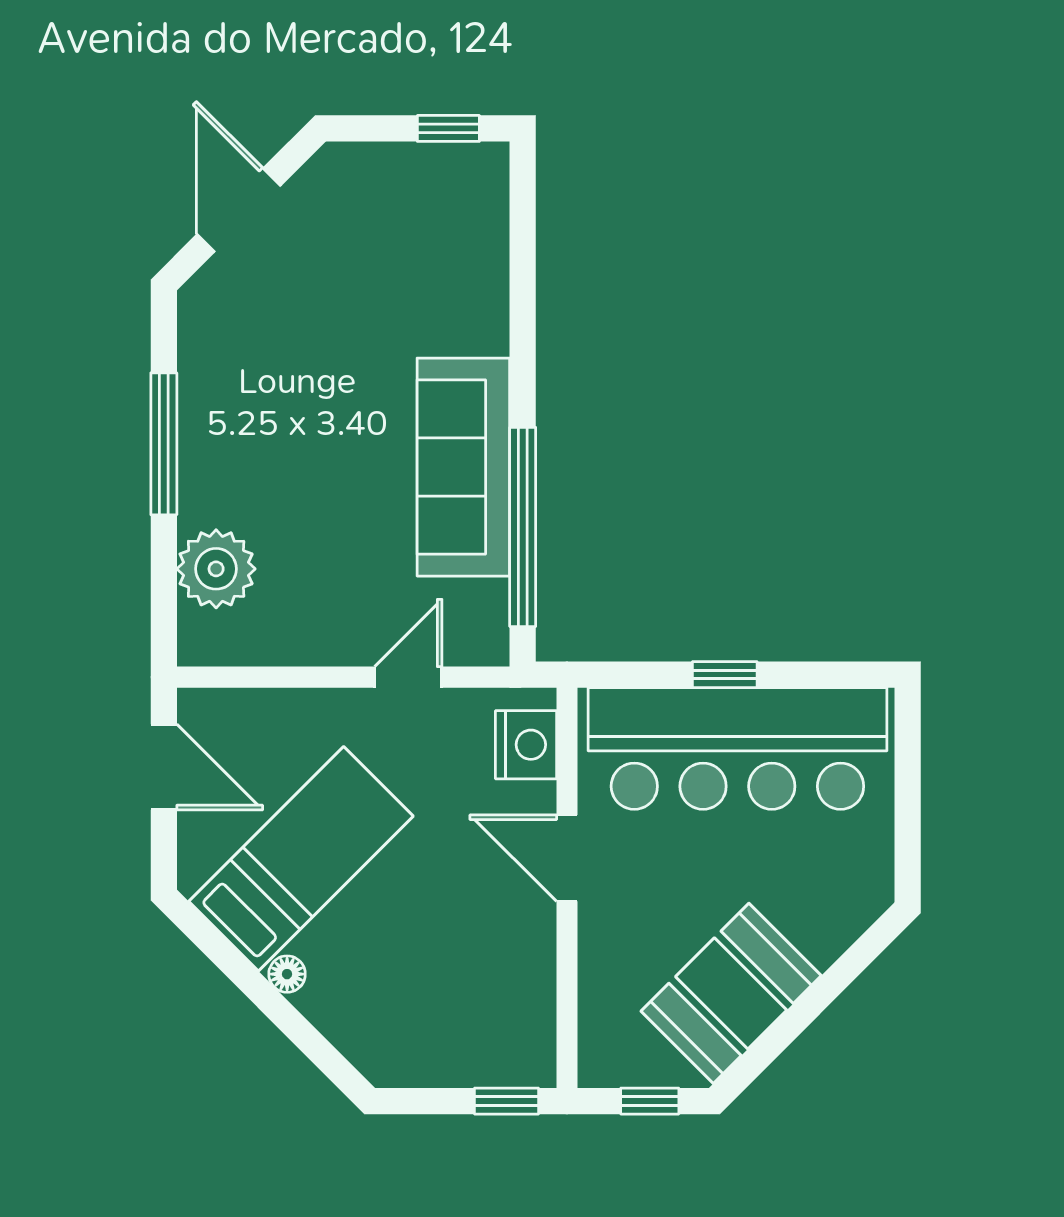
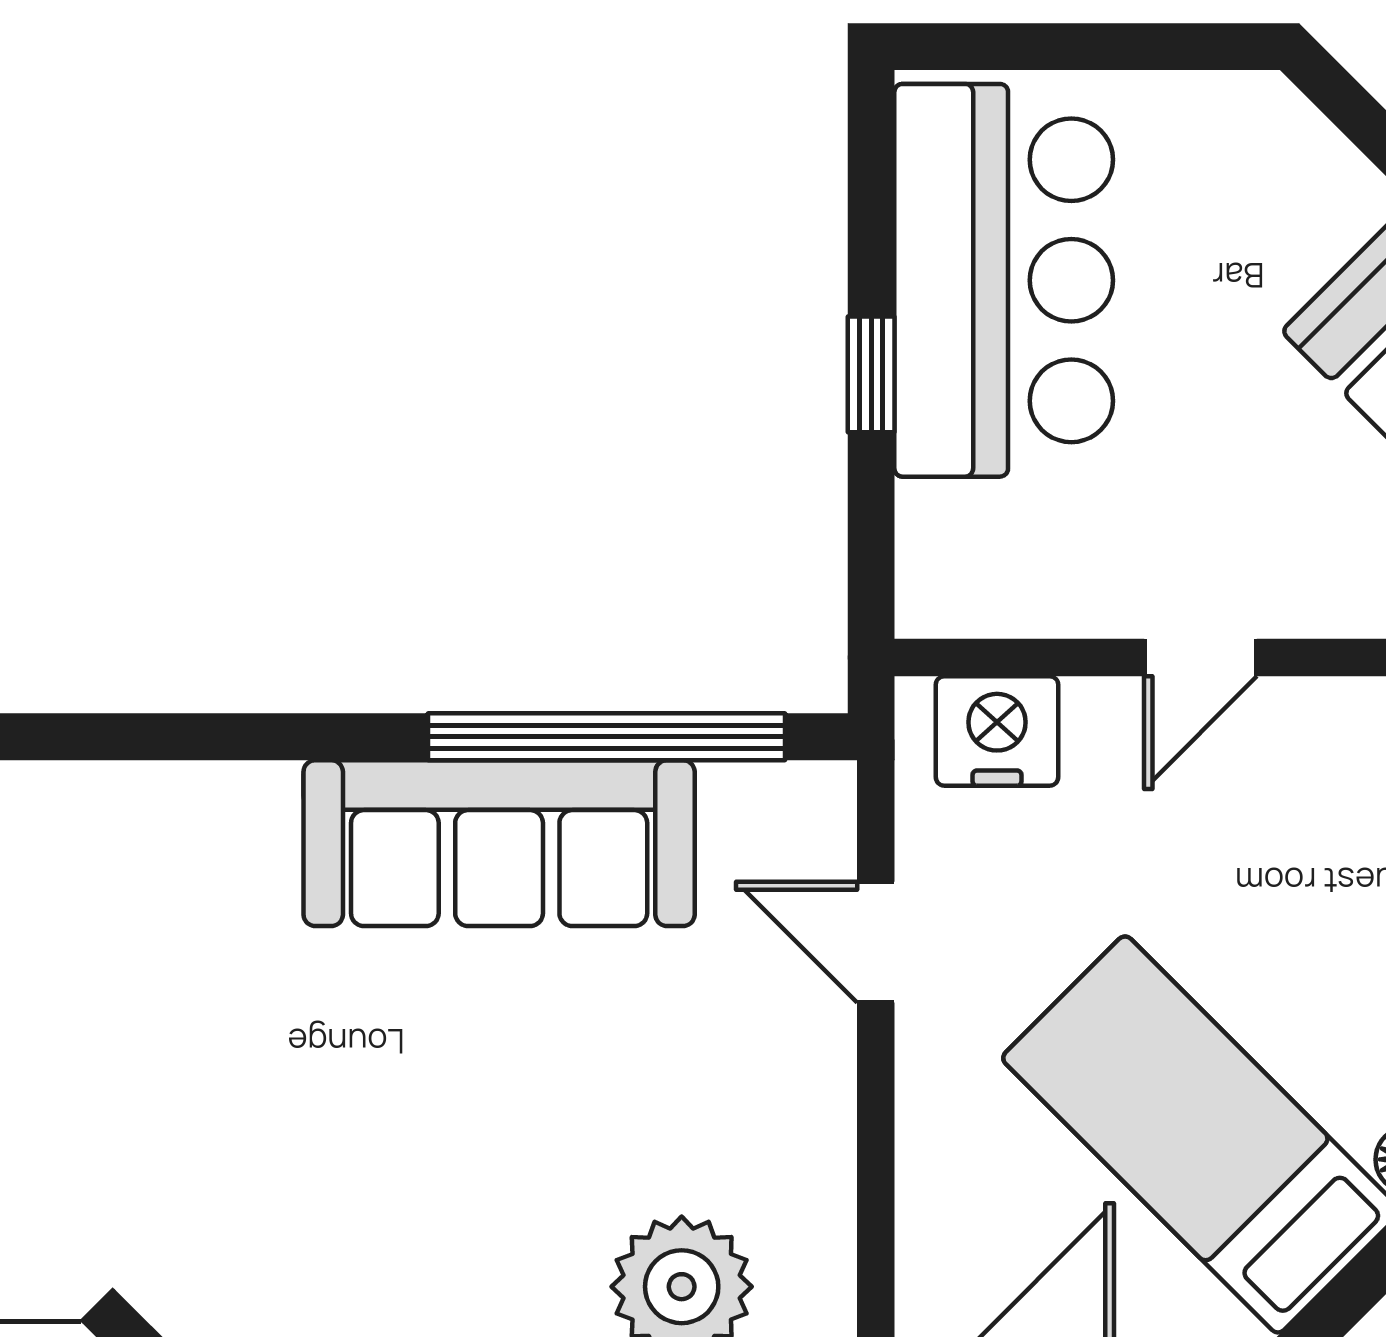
bar counter: (737, 748) -> (1004, 280), width x0.73
door: (567, 858) -> (1200, 658), width x0.73

